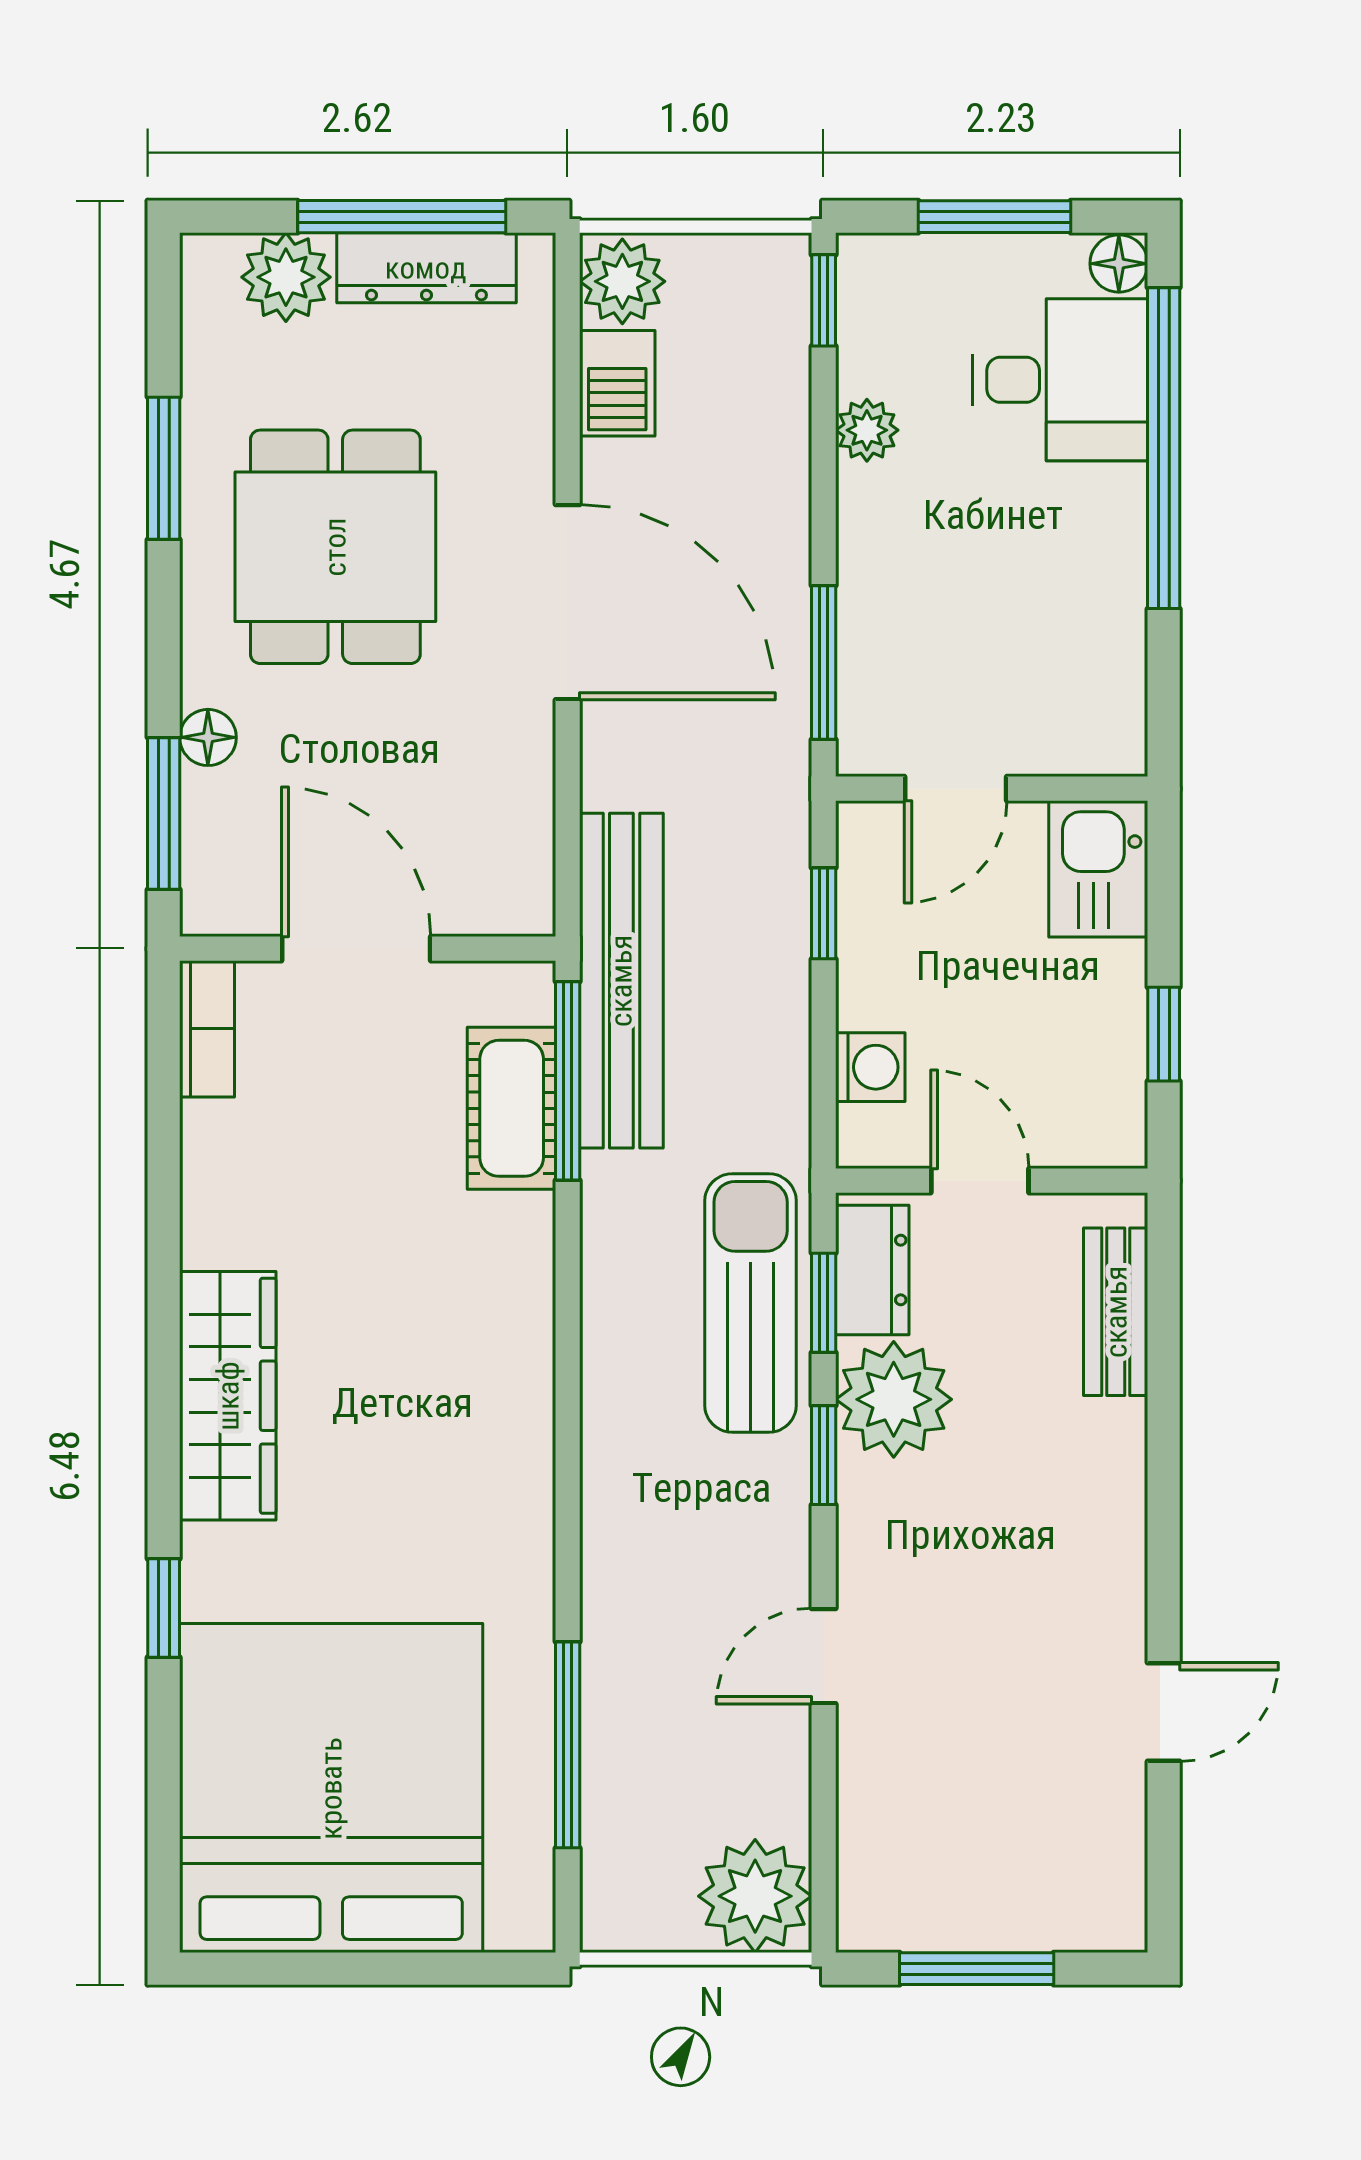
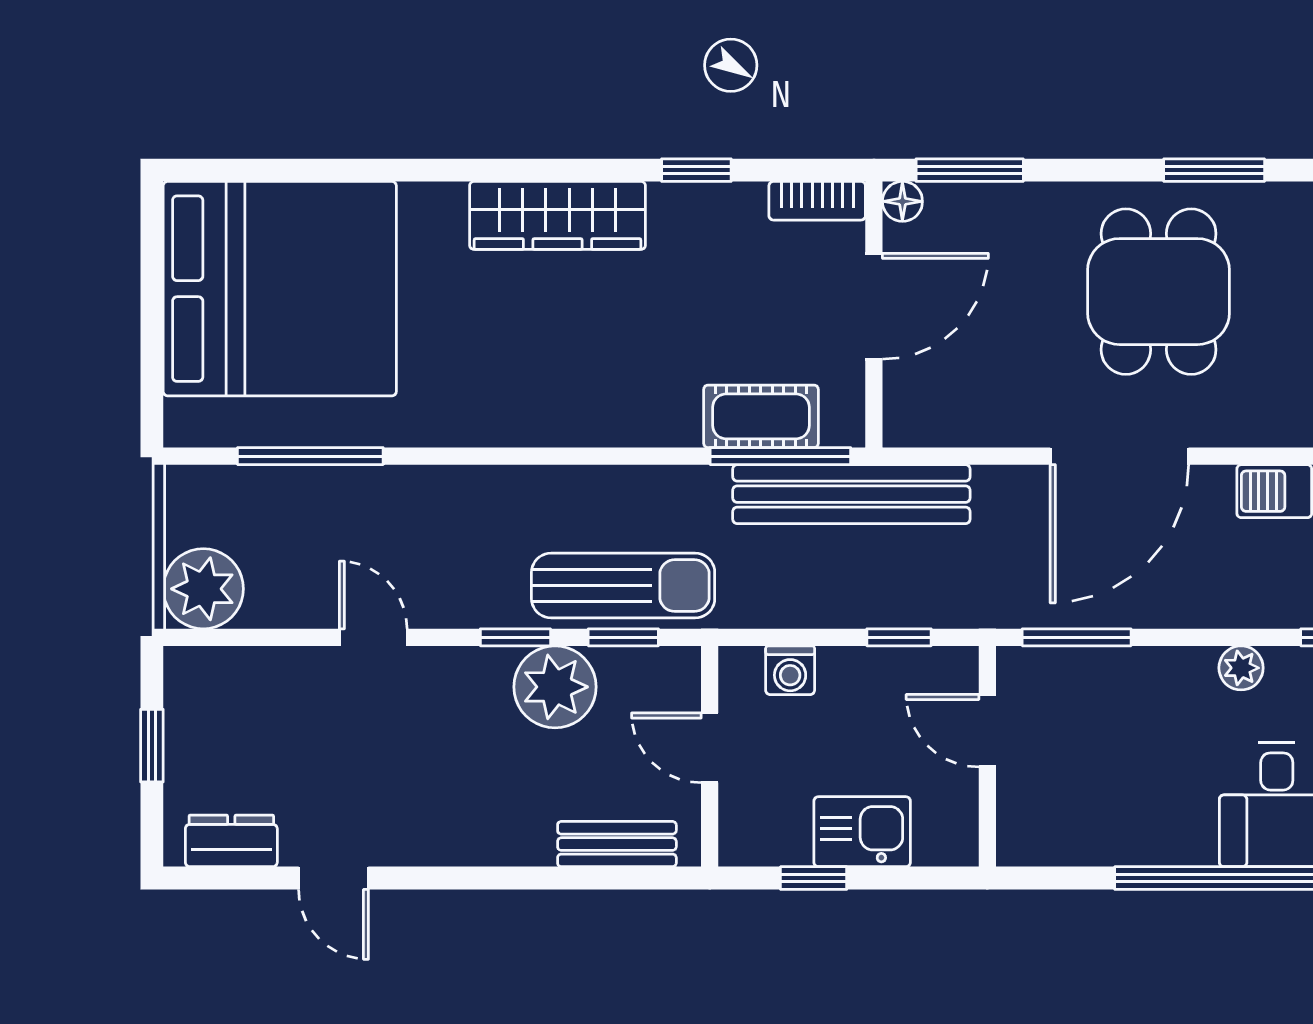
dining table: (335, 547) -> (1159, 292), turned 90
floor lamp: (208, 737) -> (902, 201), moved
kitchen sink: (1098, 869) -> (862, 832), moved
door: (980, 1181) -> (710, 748), swing flipped
dresser: (872, 1270) -> (231, 841), moved, turned 180
window: (164, 1608) -> (696, 170), moved
window: (977, 1969) -> (152, 746), width x0.67

